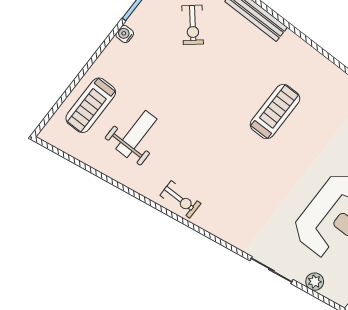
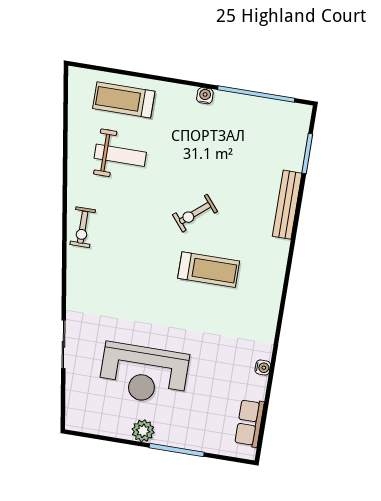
exercise bike: (193, 25) -> (195, 213), moved
plant: (315, 282) -> (74, 389), removed

